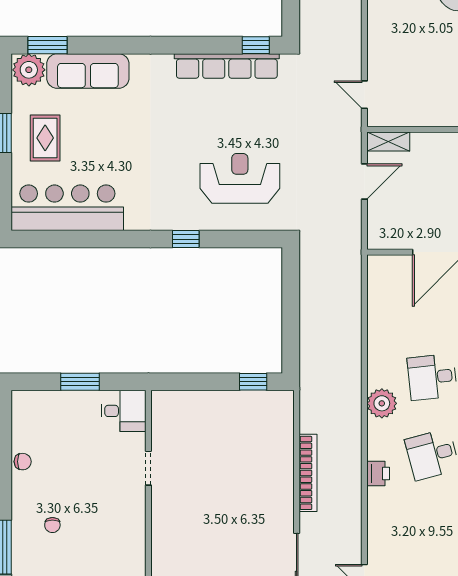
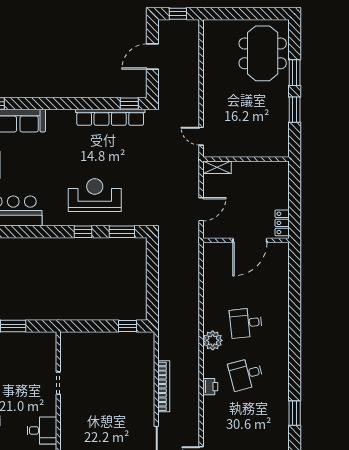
reception desk: (240, 178) -> (95, 195), moved
door: (364, 182) -> (201, 209), moved
window: (244, 239) -> (122, 232), added
desk: (124, 411) -> (42, 430), moved

